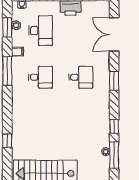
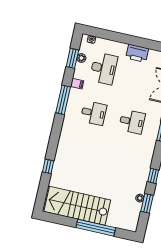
window: (114, 155) -> (147, 203), width x0.69

